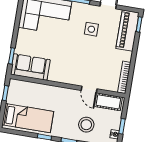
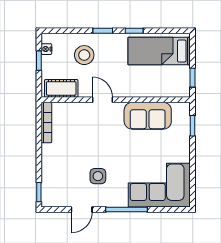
piano: (128, 31) -> (52, 182), removed
sofa: (30, 67) -> (148, 116), moved
door: (89, 90) -> (103, 100), moved

